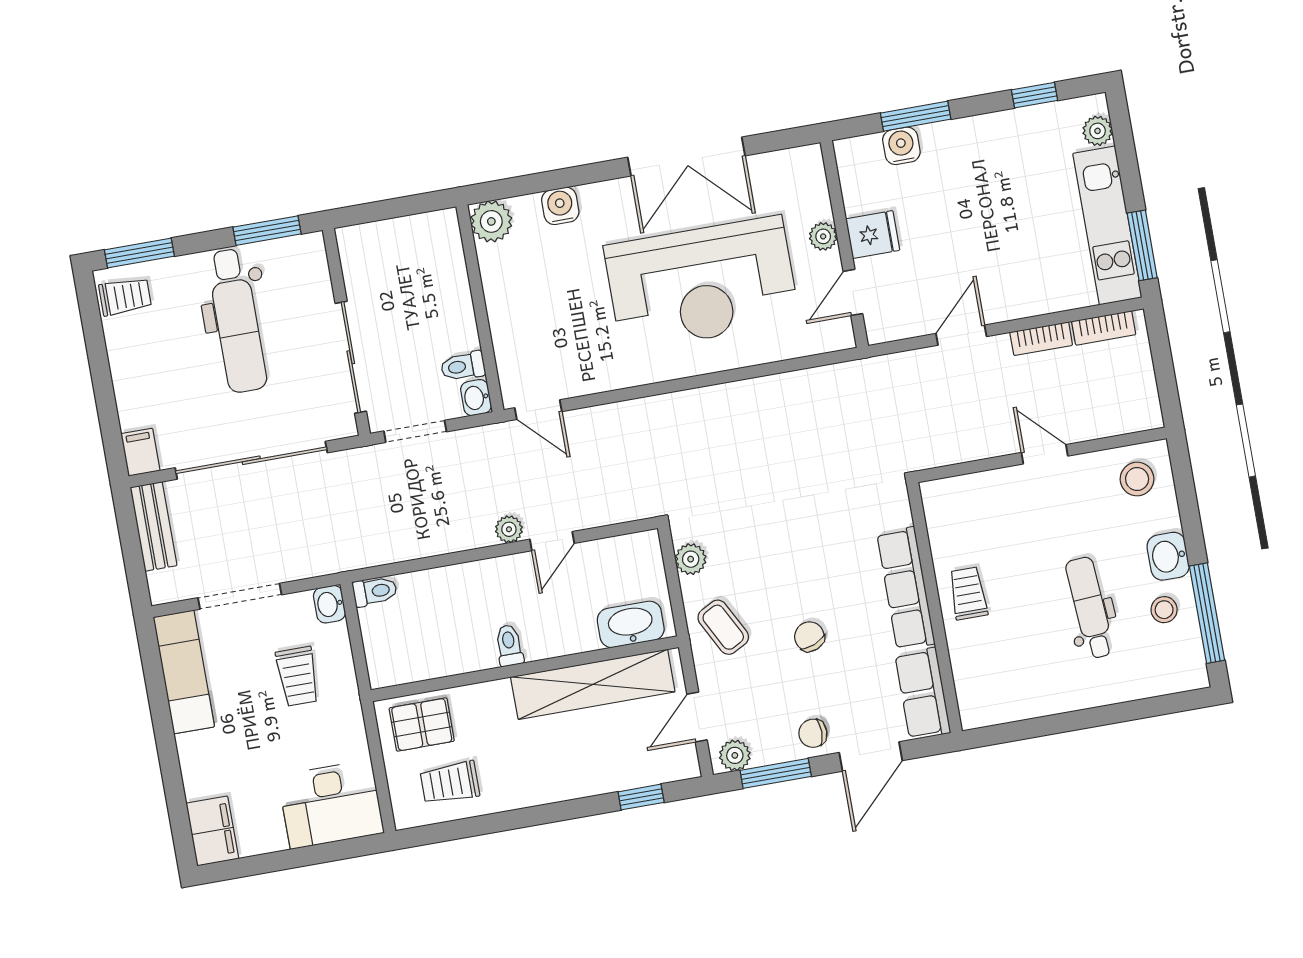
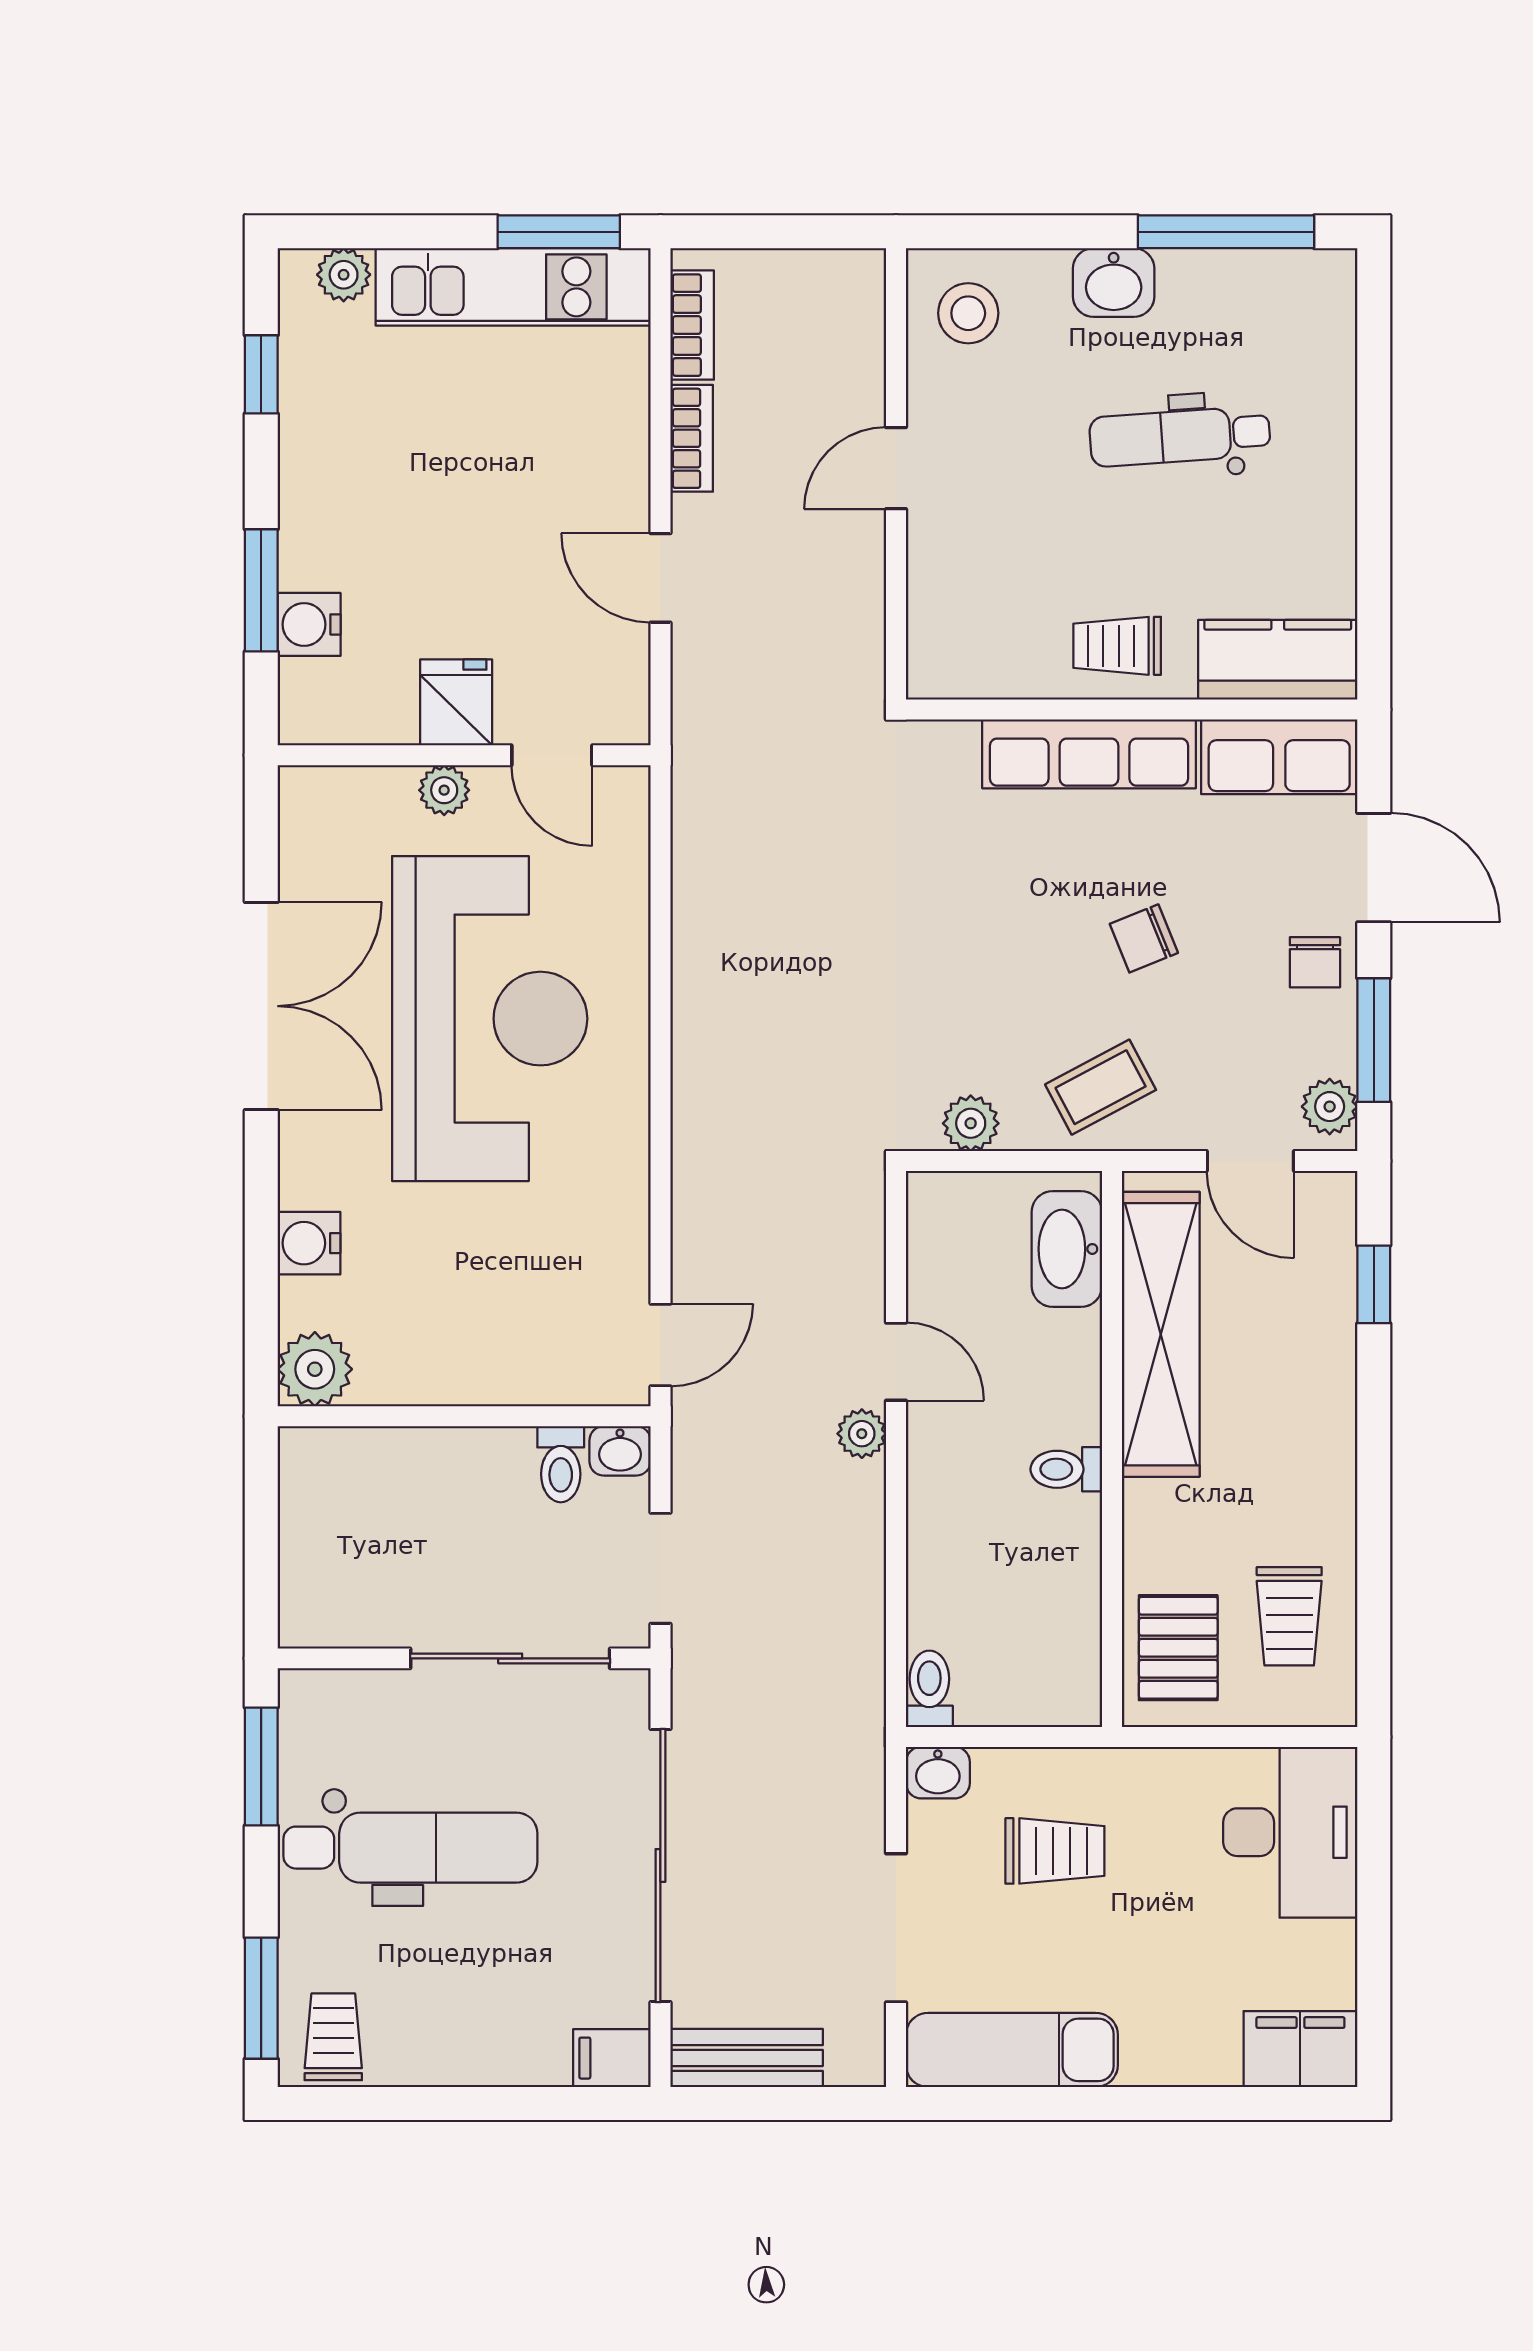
stool: (1164, 610) -> (1206, 306), removed
kitchen counter: (976, 683) -> (1278, 660), added

